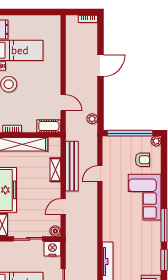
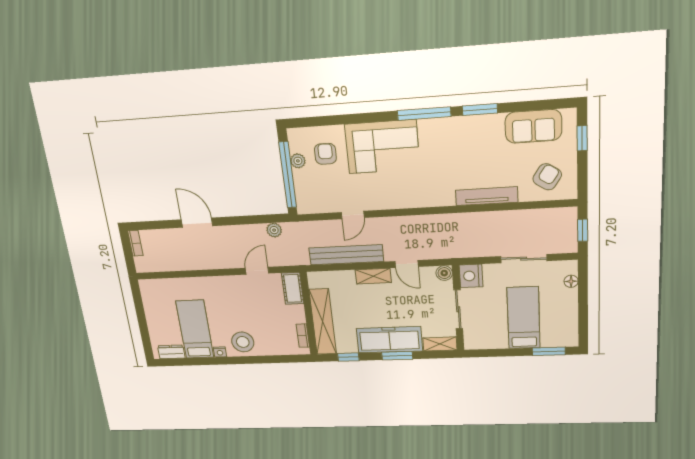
plant: (156, 141) -> (298, 161), moved
shelving: (55, 170) -> (373, 276), moved
door: (100, 173) -> (353, 215), hinge flipped

